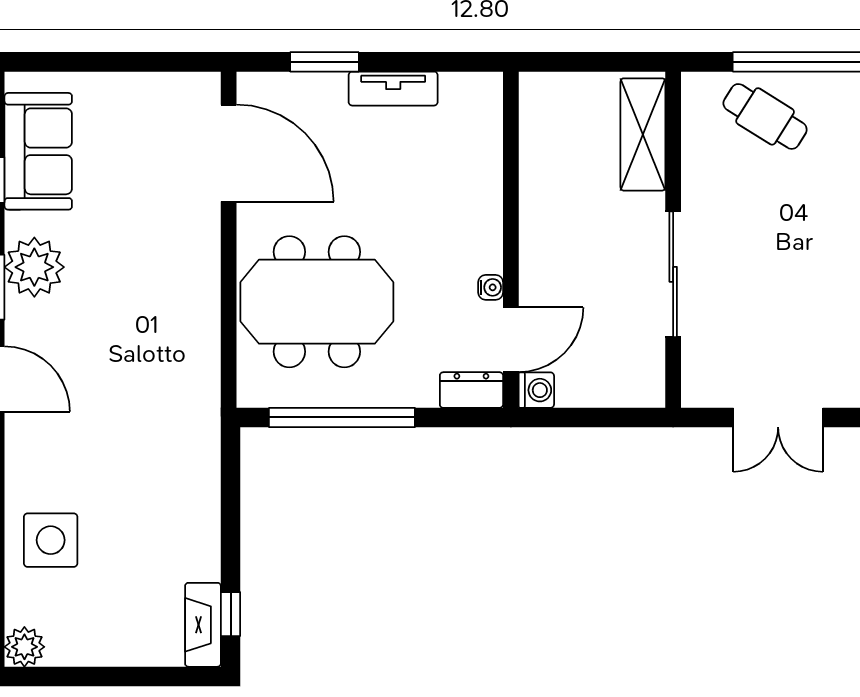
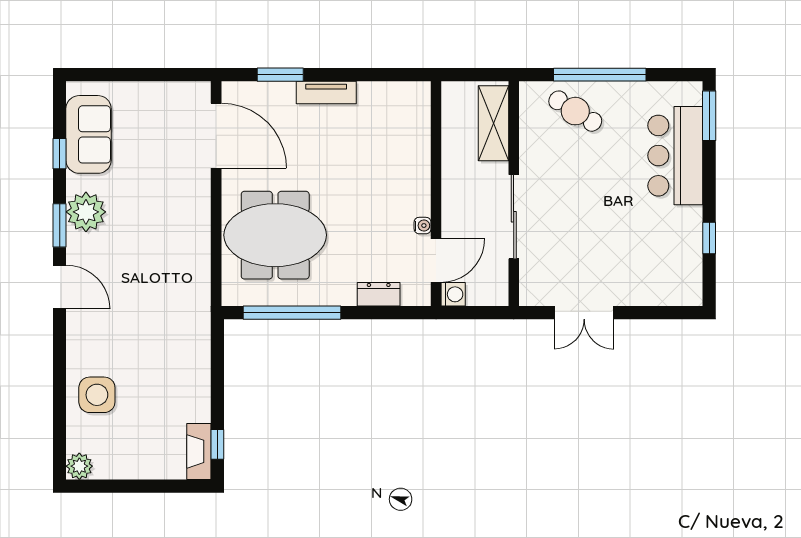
wall: (511, 240) -> (436, 194), moved
water cooler: (491, 287) -> (423, 226), moved
door: (511, 340) -> (436, 261), moved
washing machine: (536, 390) -> (453, 294), moved

